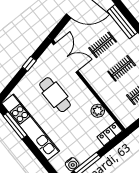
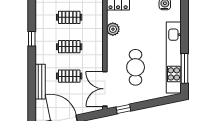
window: (29, 64) -> (123, 109), moved

